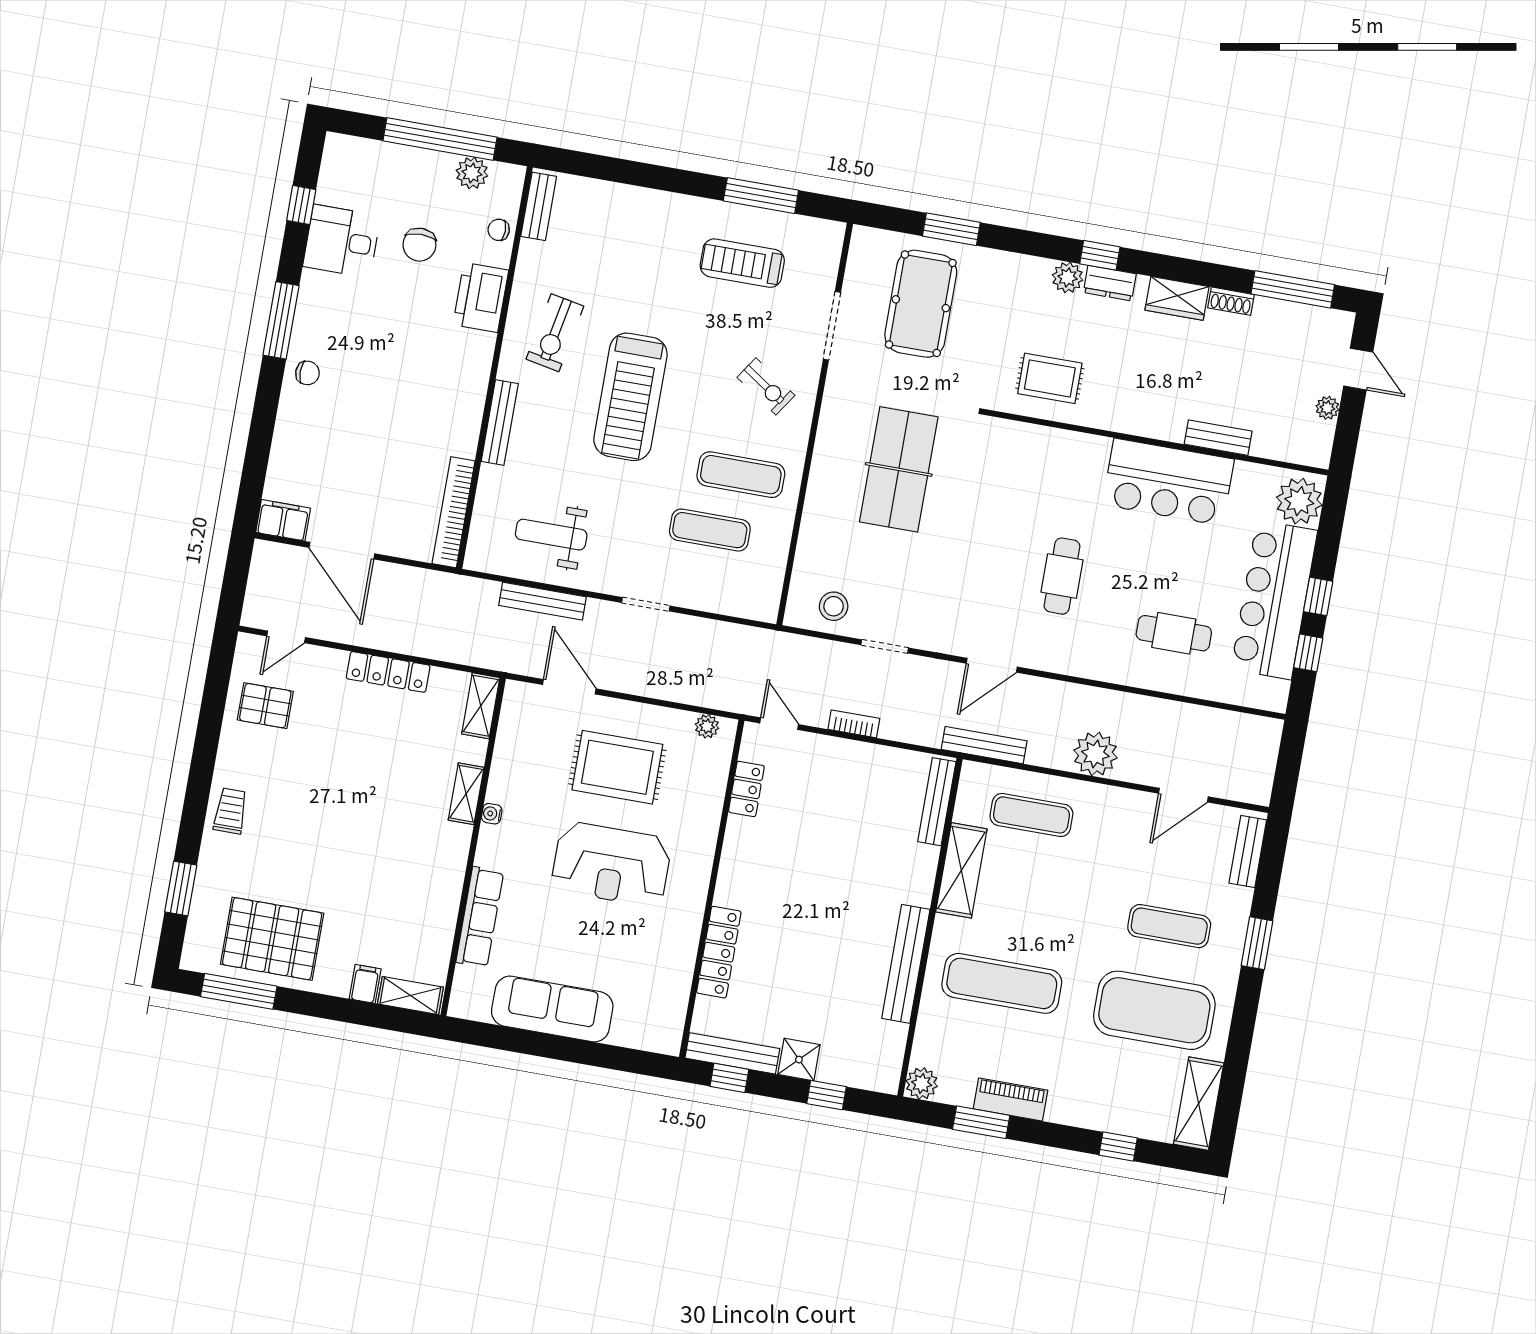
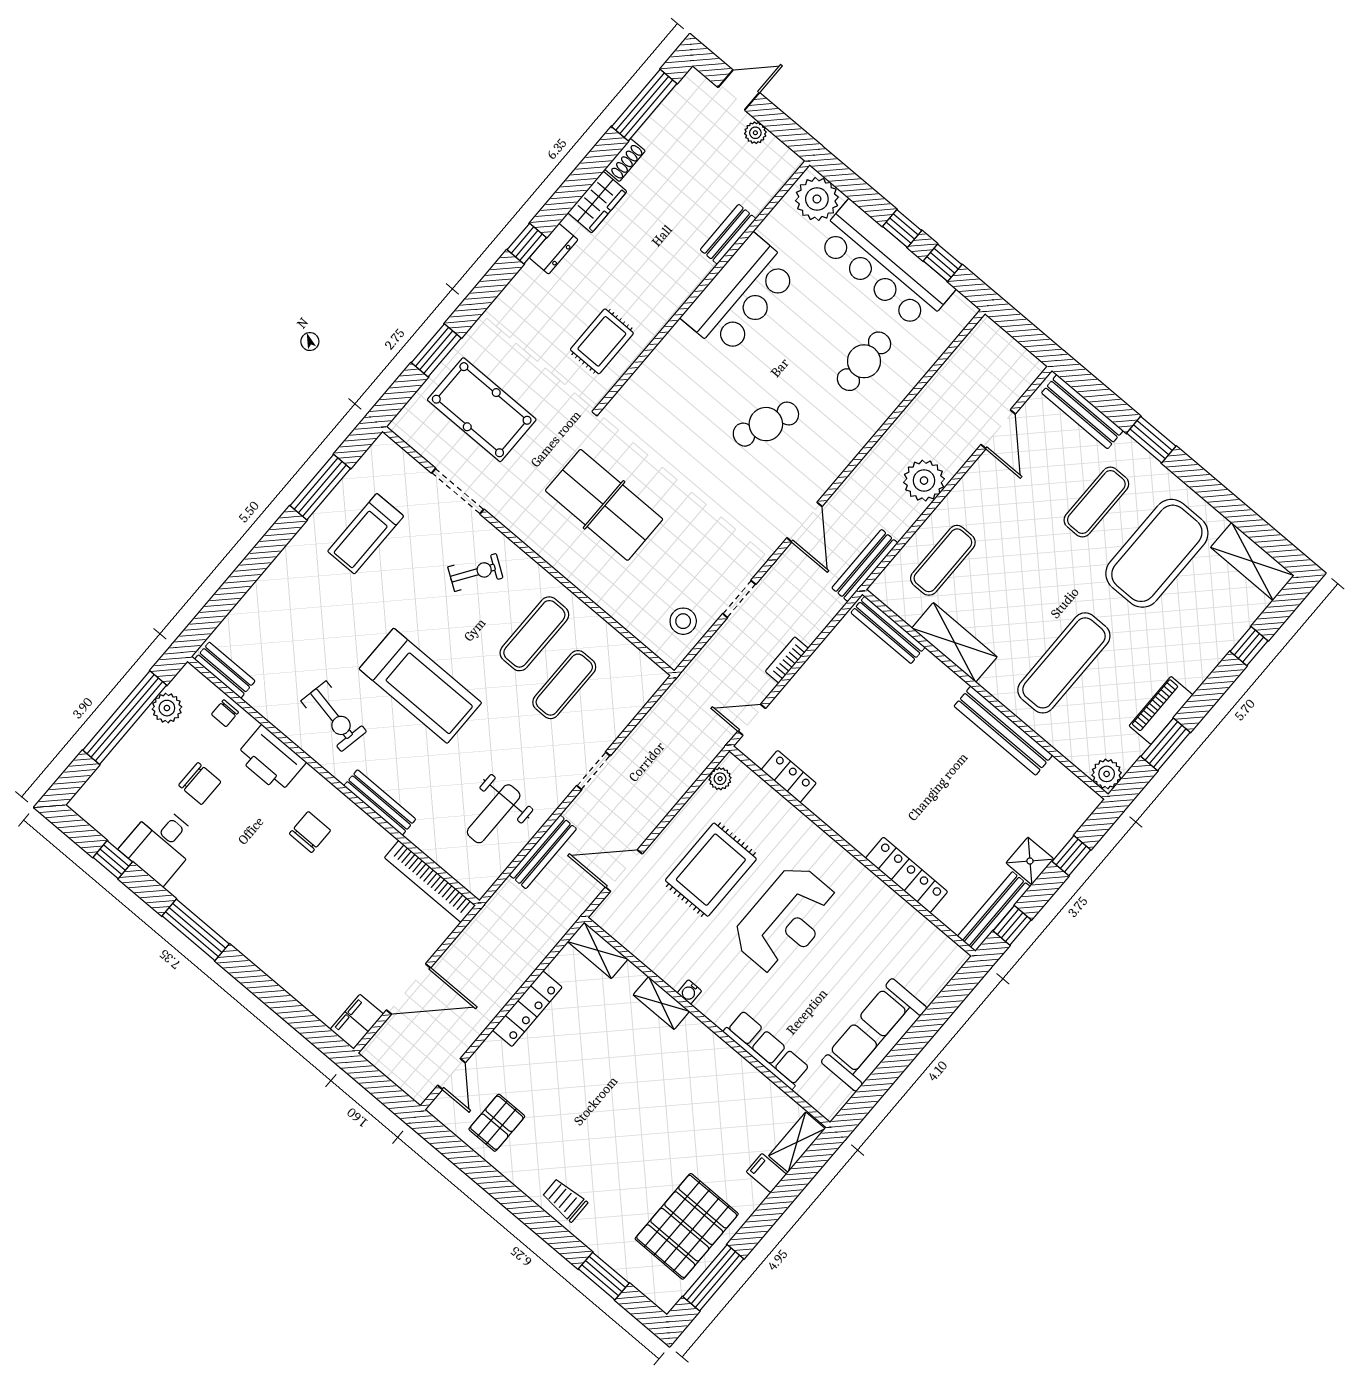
plant: (1068, 277) -> (529, 280), removed
chair: (308, 373) -> (310, 832), moved, width x1.37, depth x1.37
cafe table: (1062, 576) -> (766, 424), turned -66
bench: (1248, 852) -> (1082, 412), width x1.36

